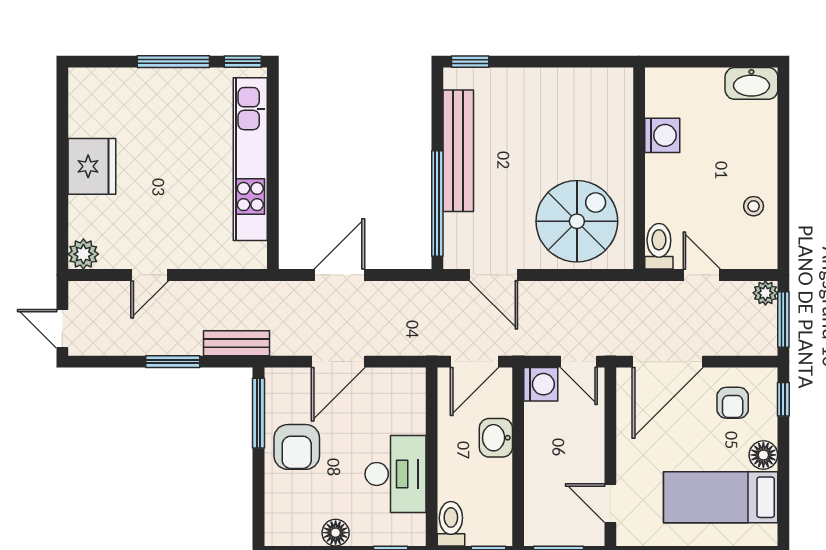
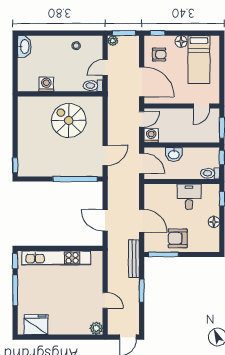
bench: (458, 151) -> (53, 170), removed
fridge: (92, 166) -> (36, 325), moved
spiral stairs: (577, 221) -> (69, 120), moved
bench: (236, 343) -> (134, 259), width x1.36
armchair: (297, 447) -> (178, 238), turned 180
desk: (395, 474) -> (189, 197), width x0.73

